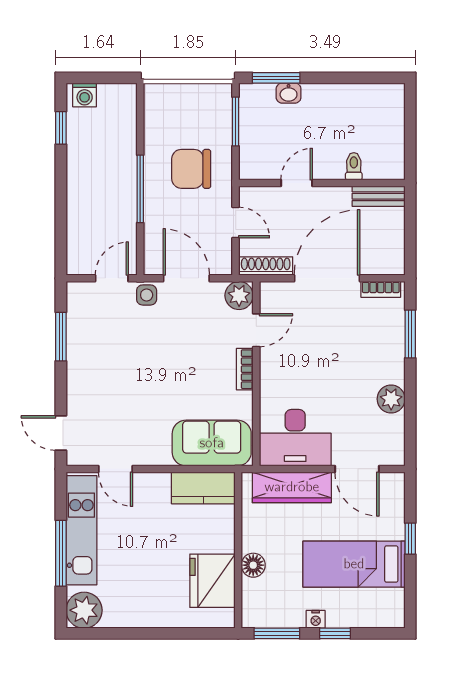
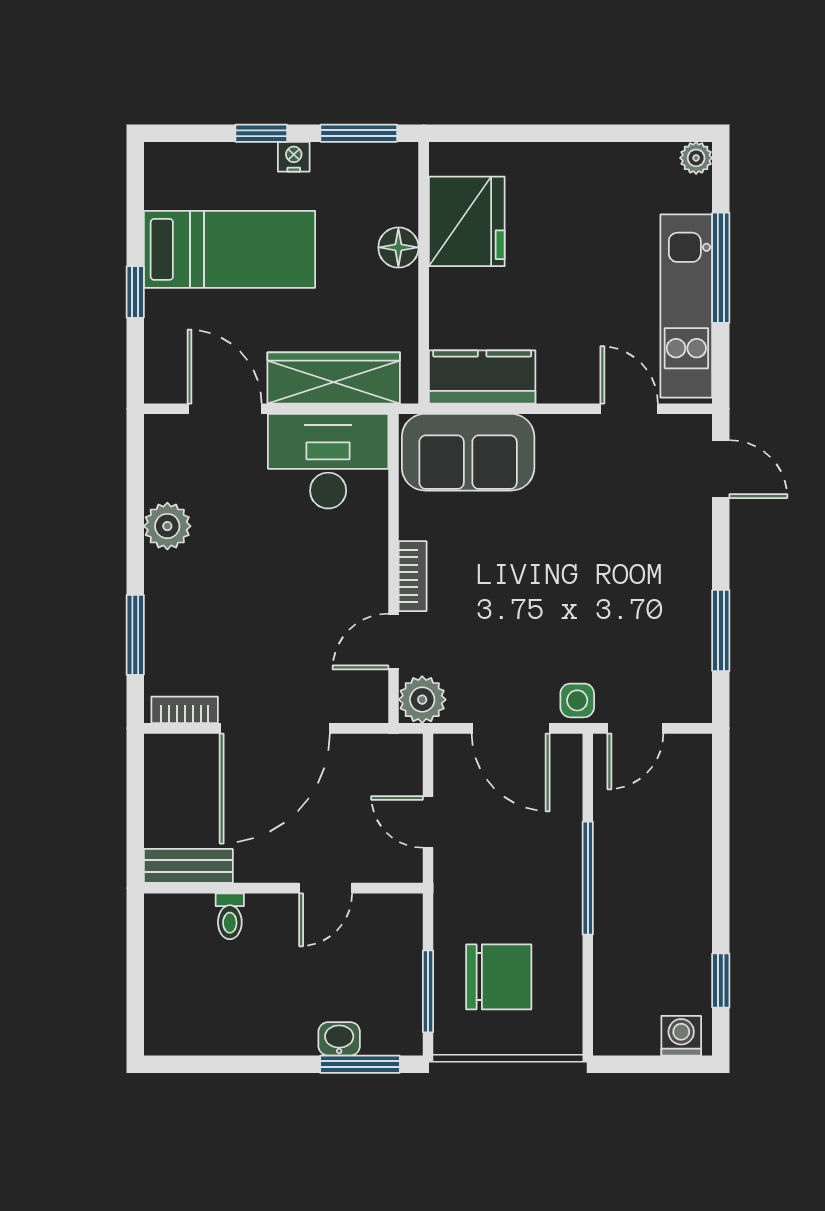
chair: (191, 169) -> (499, 977), moved
shoe rack: (266, 266) -> (377, 749), removed
plant: (84, 610) -> (696, 158), width x0.53, depth x0.53

